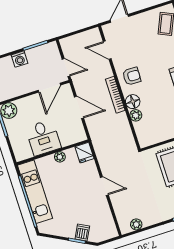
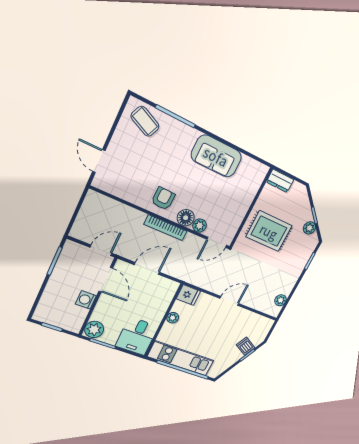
door: (107, 50) -> (217, 242), moved
washing machine: (19, 59) -> (86, 300), moved, turned 180
desk: (43, 138) -> (137, 336), moved, turned 90

